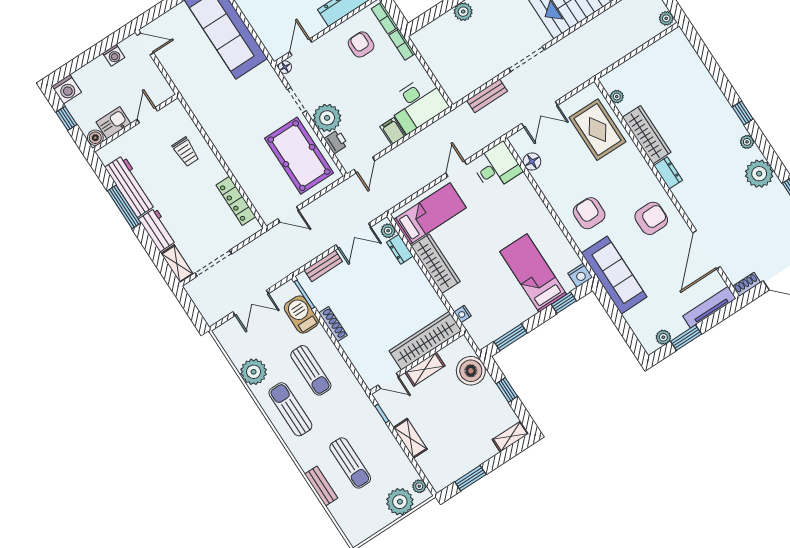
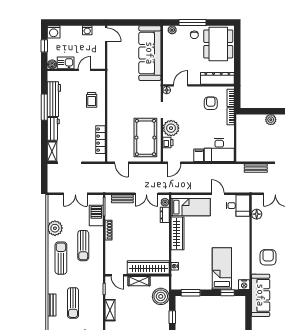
door: (456, 169) -> (218, 194), hinge flipped

